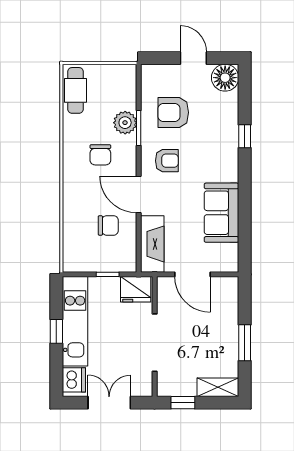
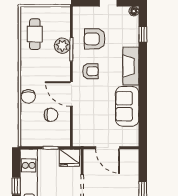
floor lamp: (225, 78) -> (134, 11), width x0.53, depth x0.53
cafe table: (75, 90) -> (35, 34), moved
window: (245, 136) -> (143, 34), moved
chair: (100, 155) -> (28, 96), moved
fireplace: (152, 244) -> (131, 66), moved, turned 180

